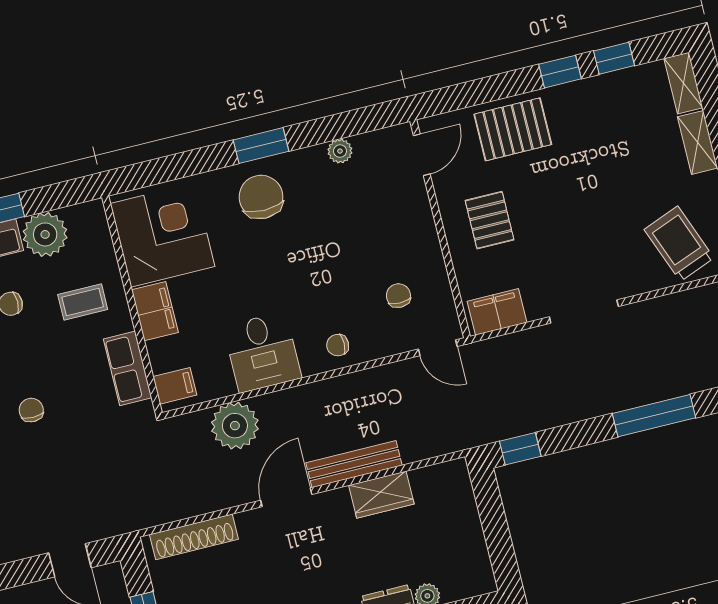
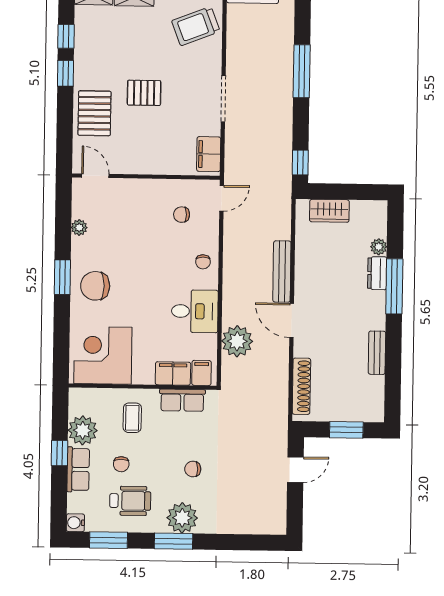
pallet: (490, 220) -> (144, 93), moved
filing cabinet: (155, 311) -> (173, 373), moved
wardrobe: (381, 495) -> (329, 211), moved, turned 90

